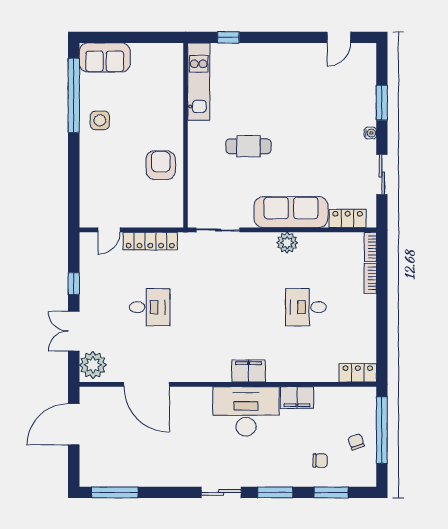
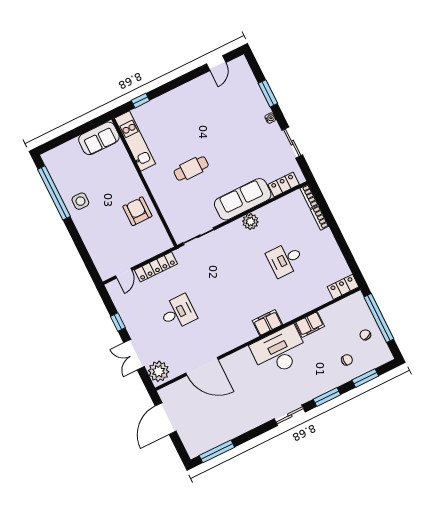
sofa: (105, 57) -> (99, 138), moved

